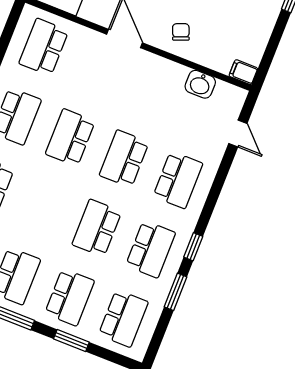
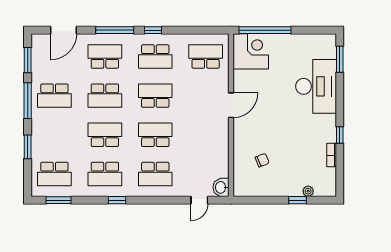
chair: (181, 32) -> (262, 160), moved
filing cabinet: (243, 72) -> (239, 188), removed
washbasin: (200, 84) -> (221, 187), moved
window: (175, 292) -> (58, 200), moved
school desk: (70, 297) -> (105, 96), moved

